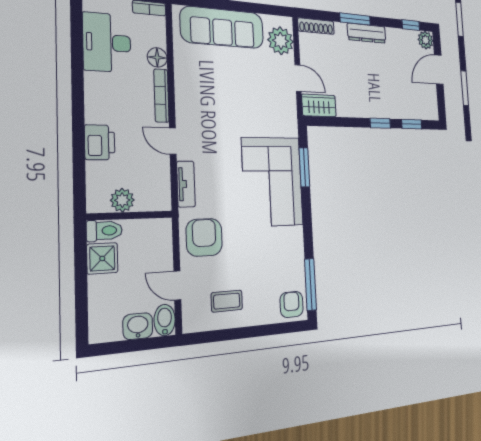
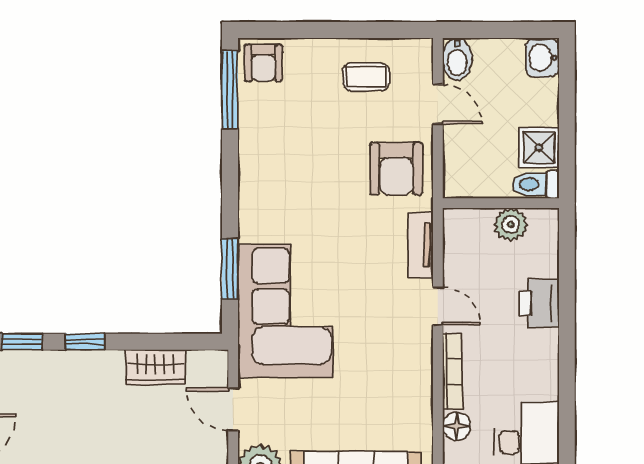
wardrobe: (319, 105) -> (155, 367), moved
corner sofa: (272, 182) -> (285, 311), moved
washbasin: (138, 326) -> (542, 58), moved, turned 90

